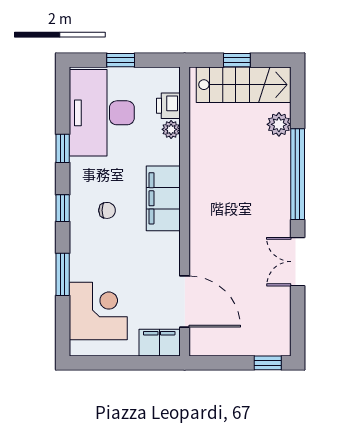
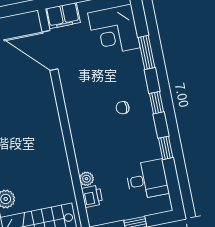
desk: (102, 113) -> (147, 180), width x0.53, depth x0.77
filing cabinet: (163, 198) -> (82, 125), removed

